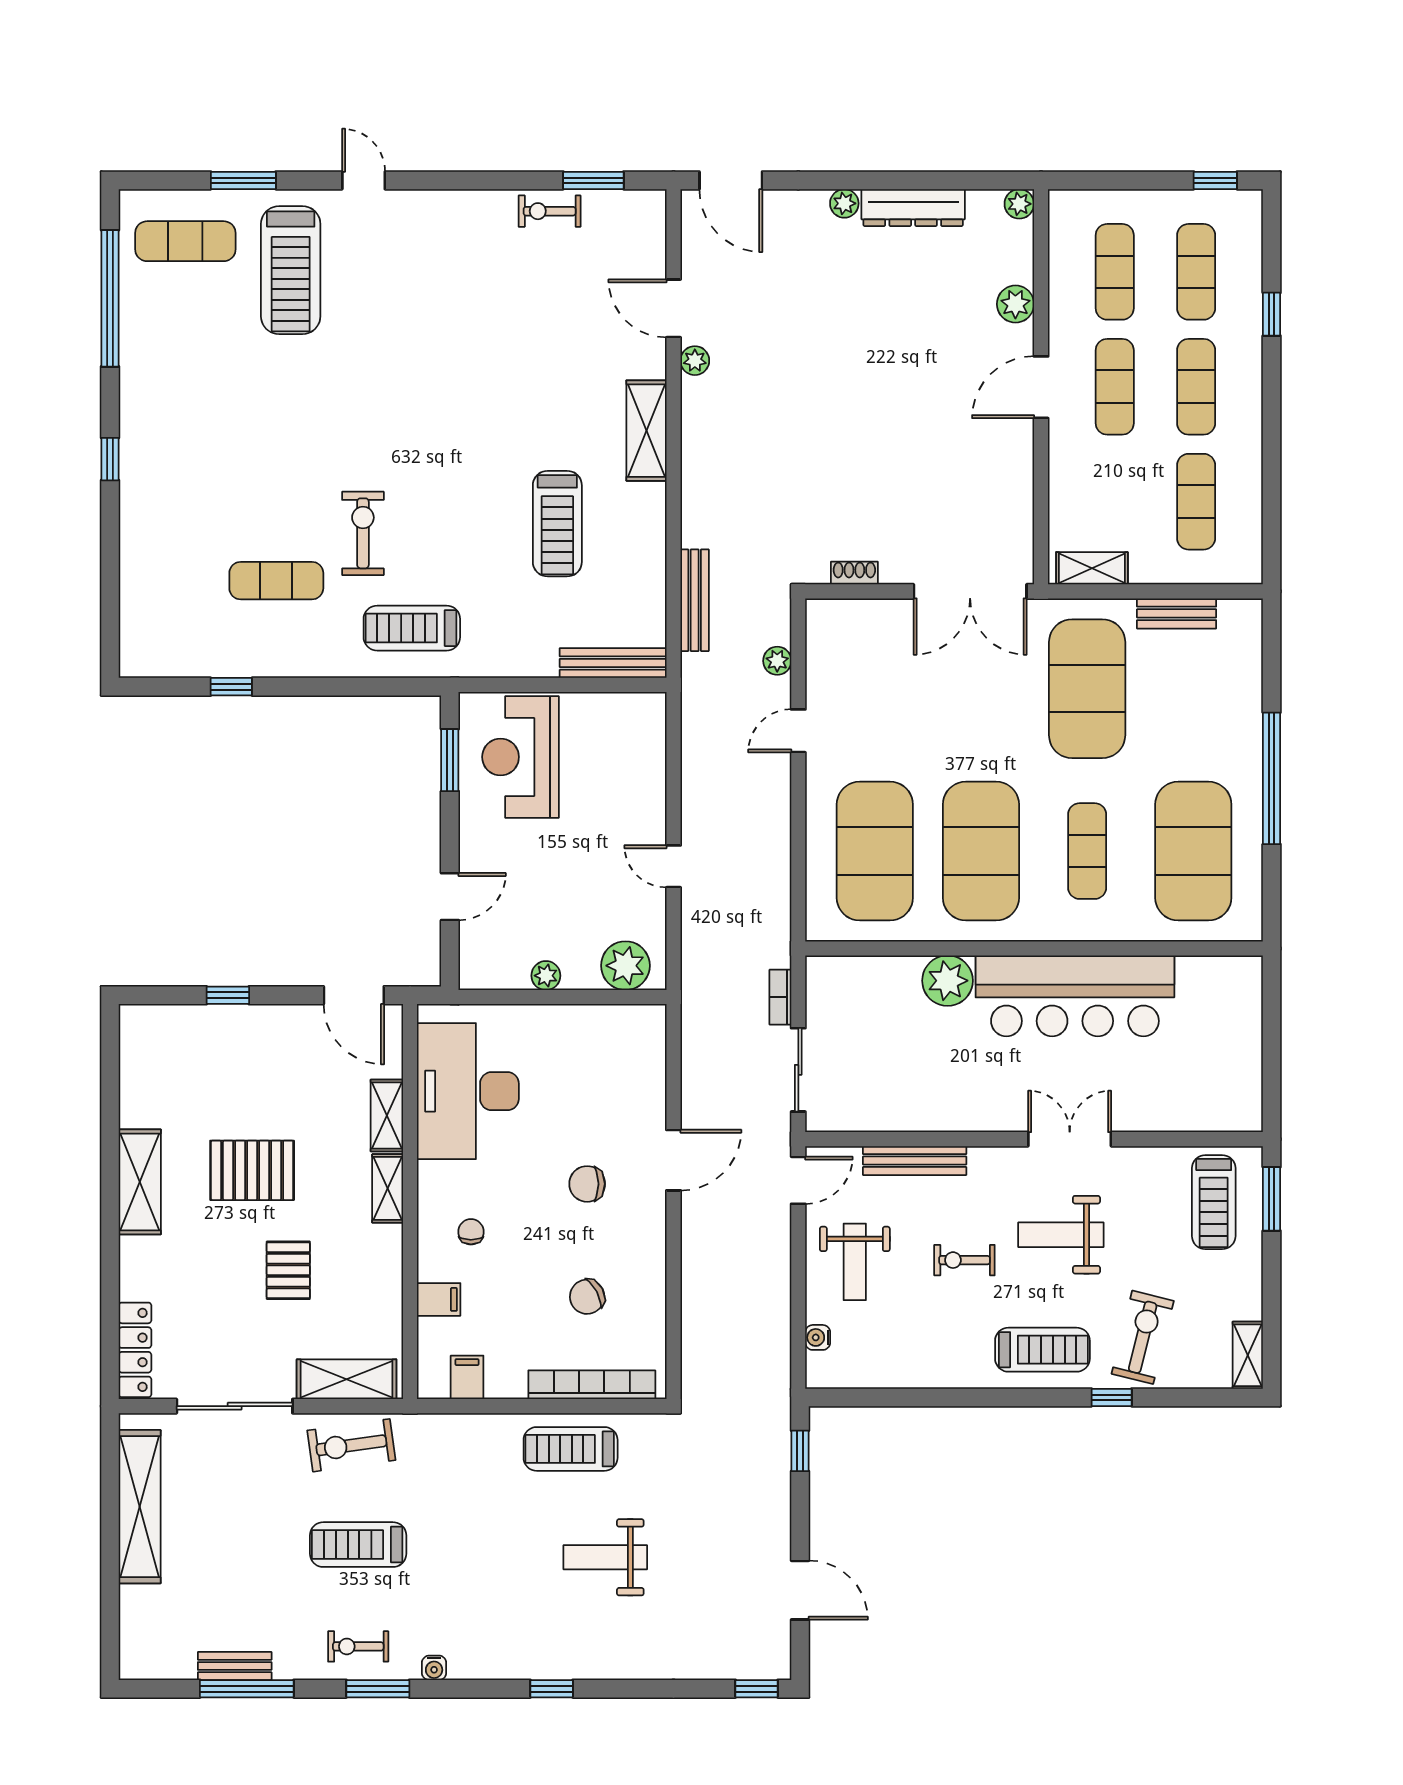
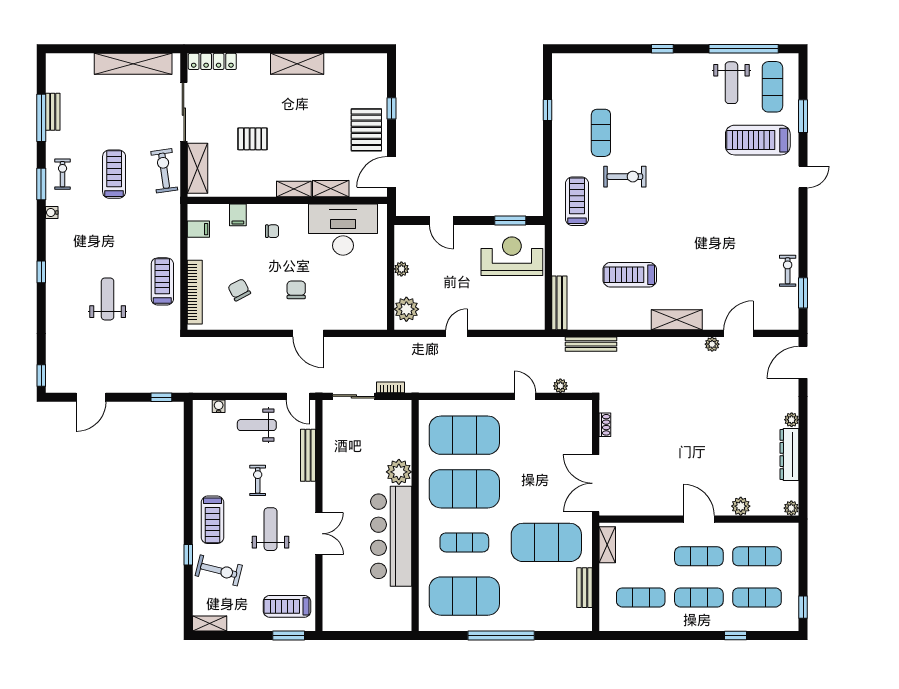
weight bench: (177, 322) -> (731, 83), added
pallet: (252, 1170) -> (366, 130), moved

